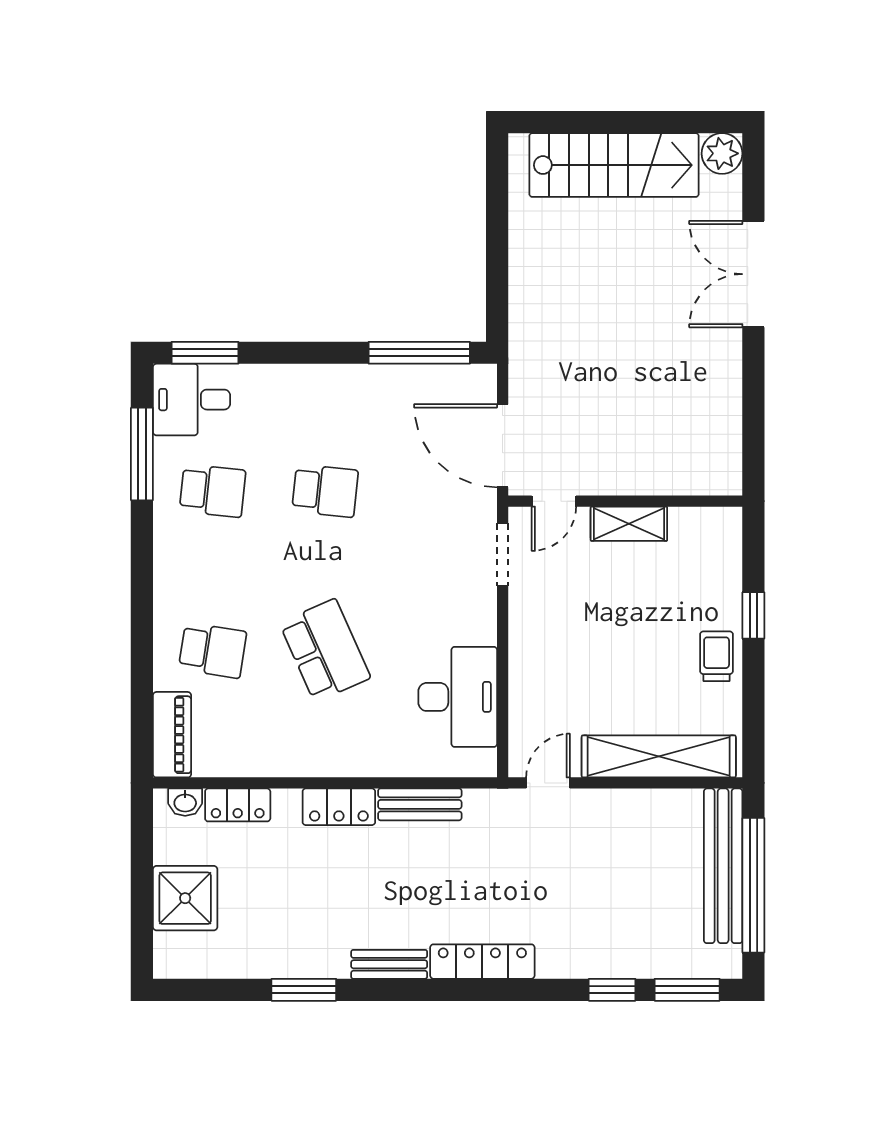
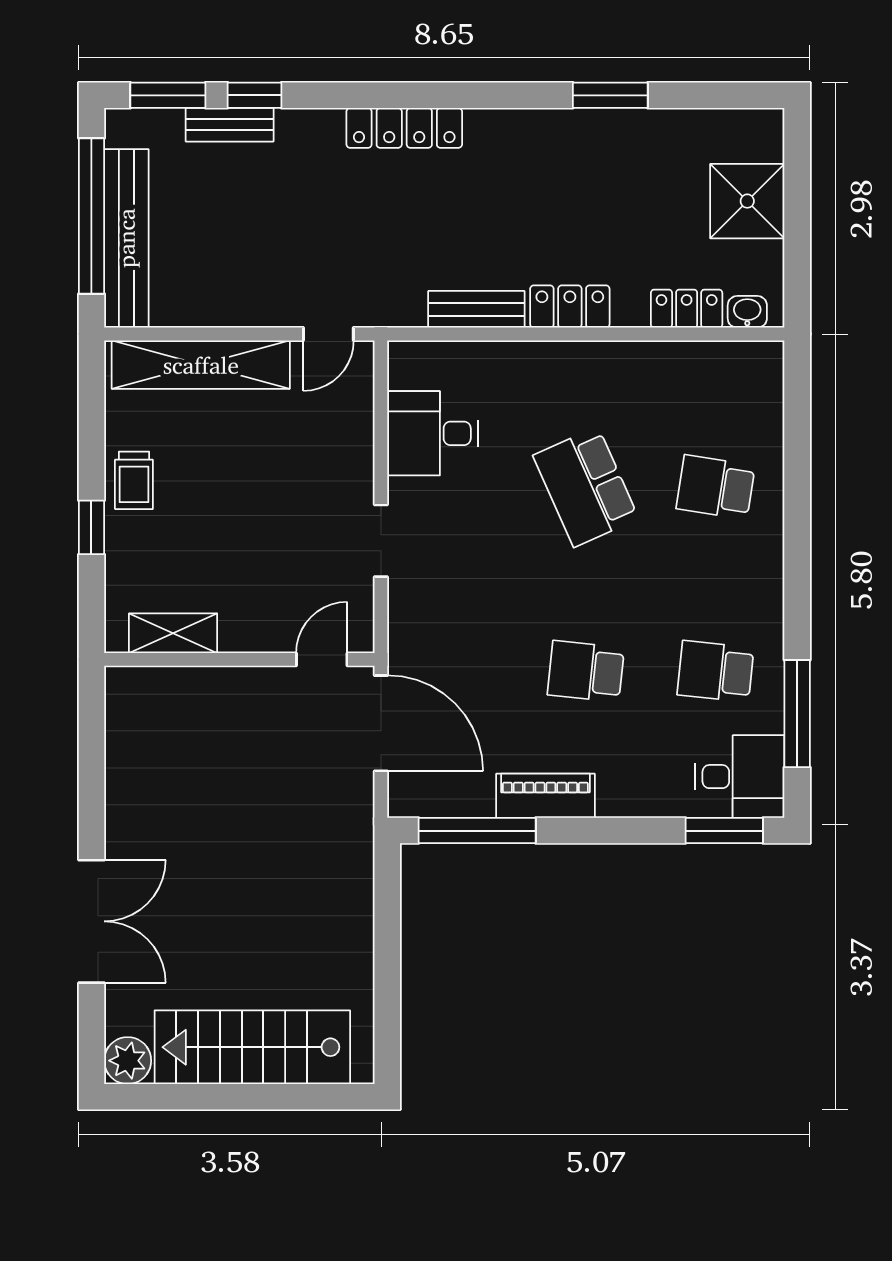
shelving: (629, 524) -> (173, 633), moved
doorway: (503, 555) -> (381, 541), moved
desk: (458, 697) -> (433, 433), width x0.73
piano: (172, 735) -> (545, 796), moved, turned 90
bench: (389, 964) -> (230, 125), moved

